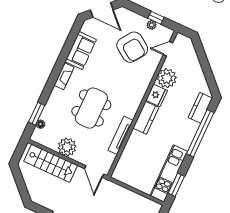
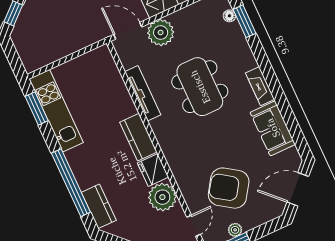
plant: (67, 147) -> (161, 33), moved

